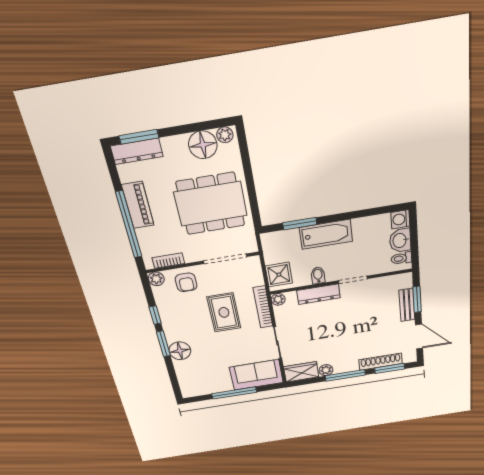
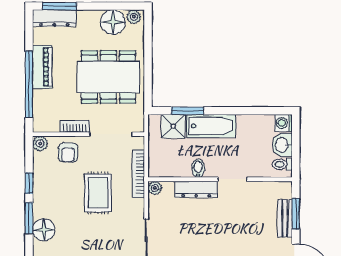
bookcase: (168, 261) -> (75, 126), moved
shower: (279, 275) -> (173, 126), moved
bookcase: (263, 307) -> (138, 174), moved

